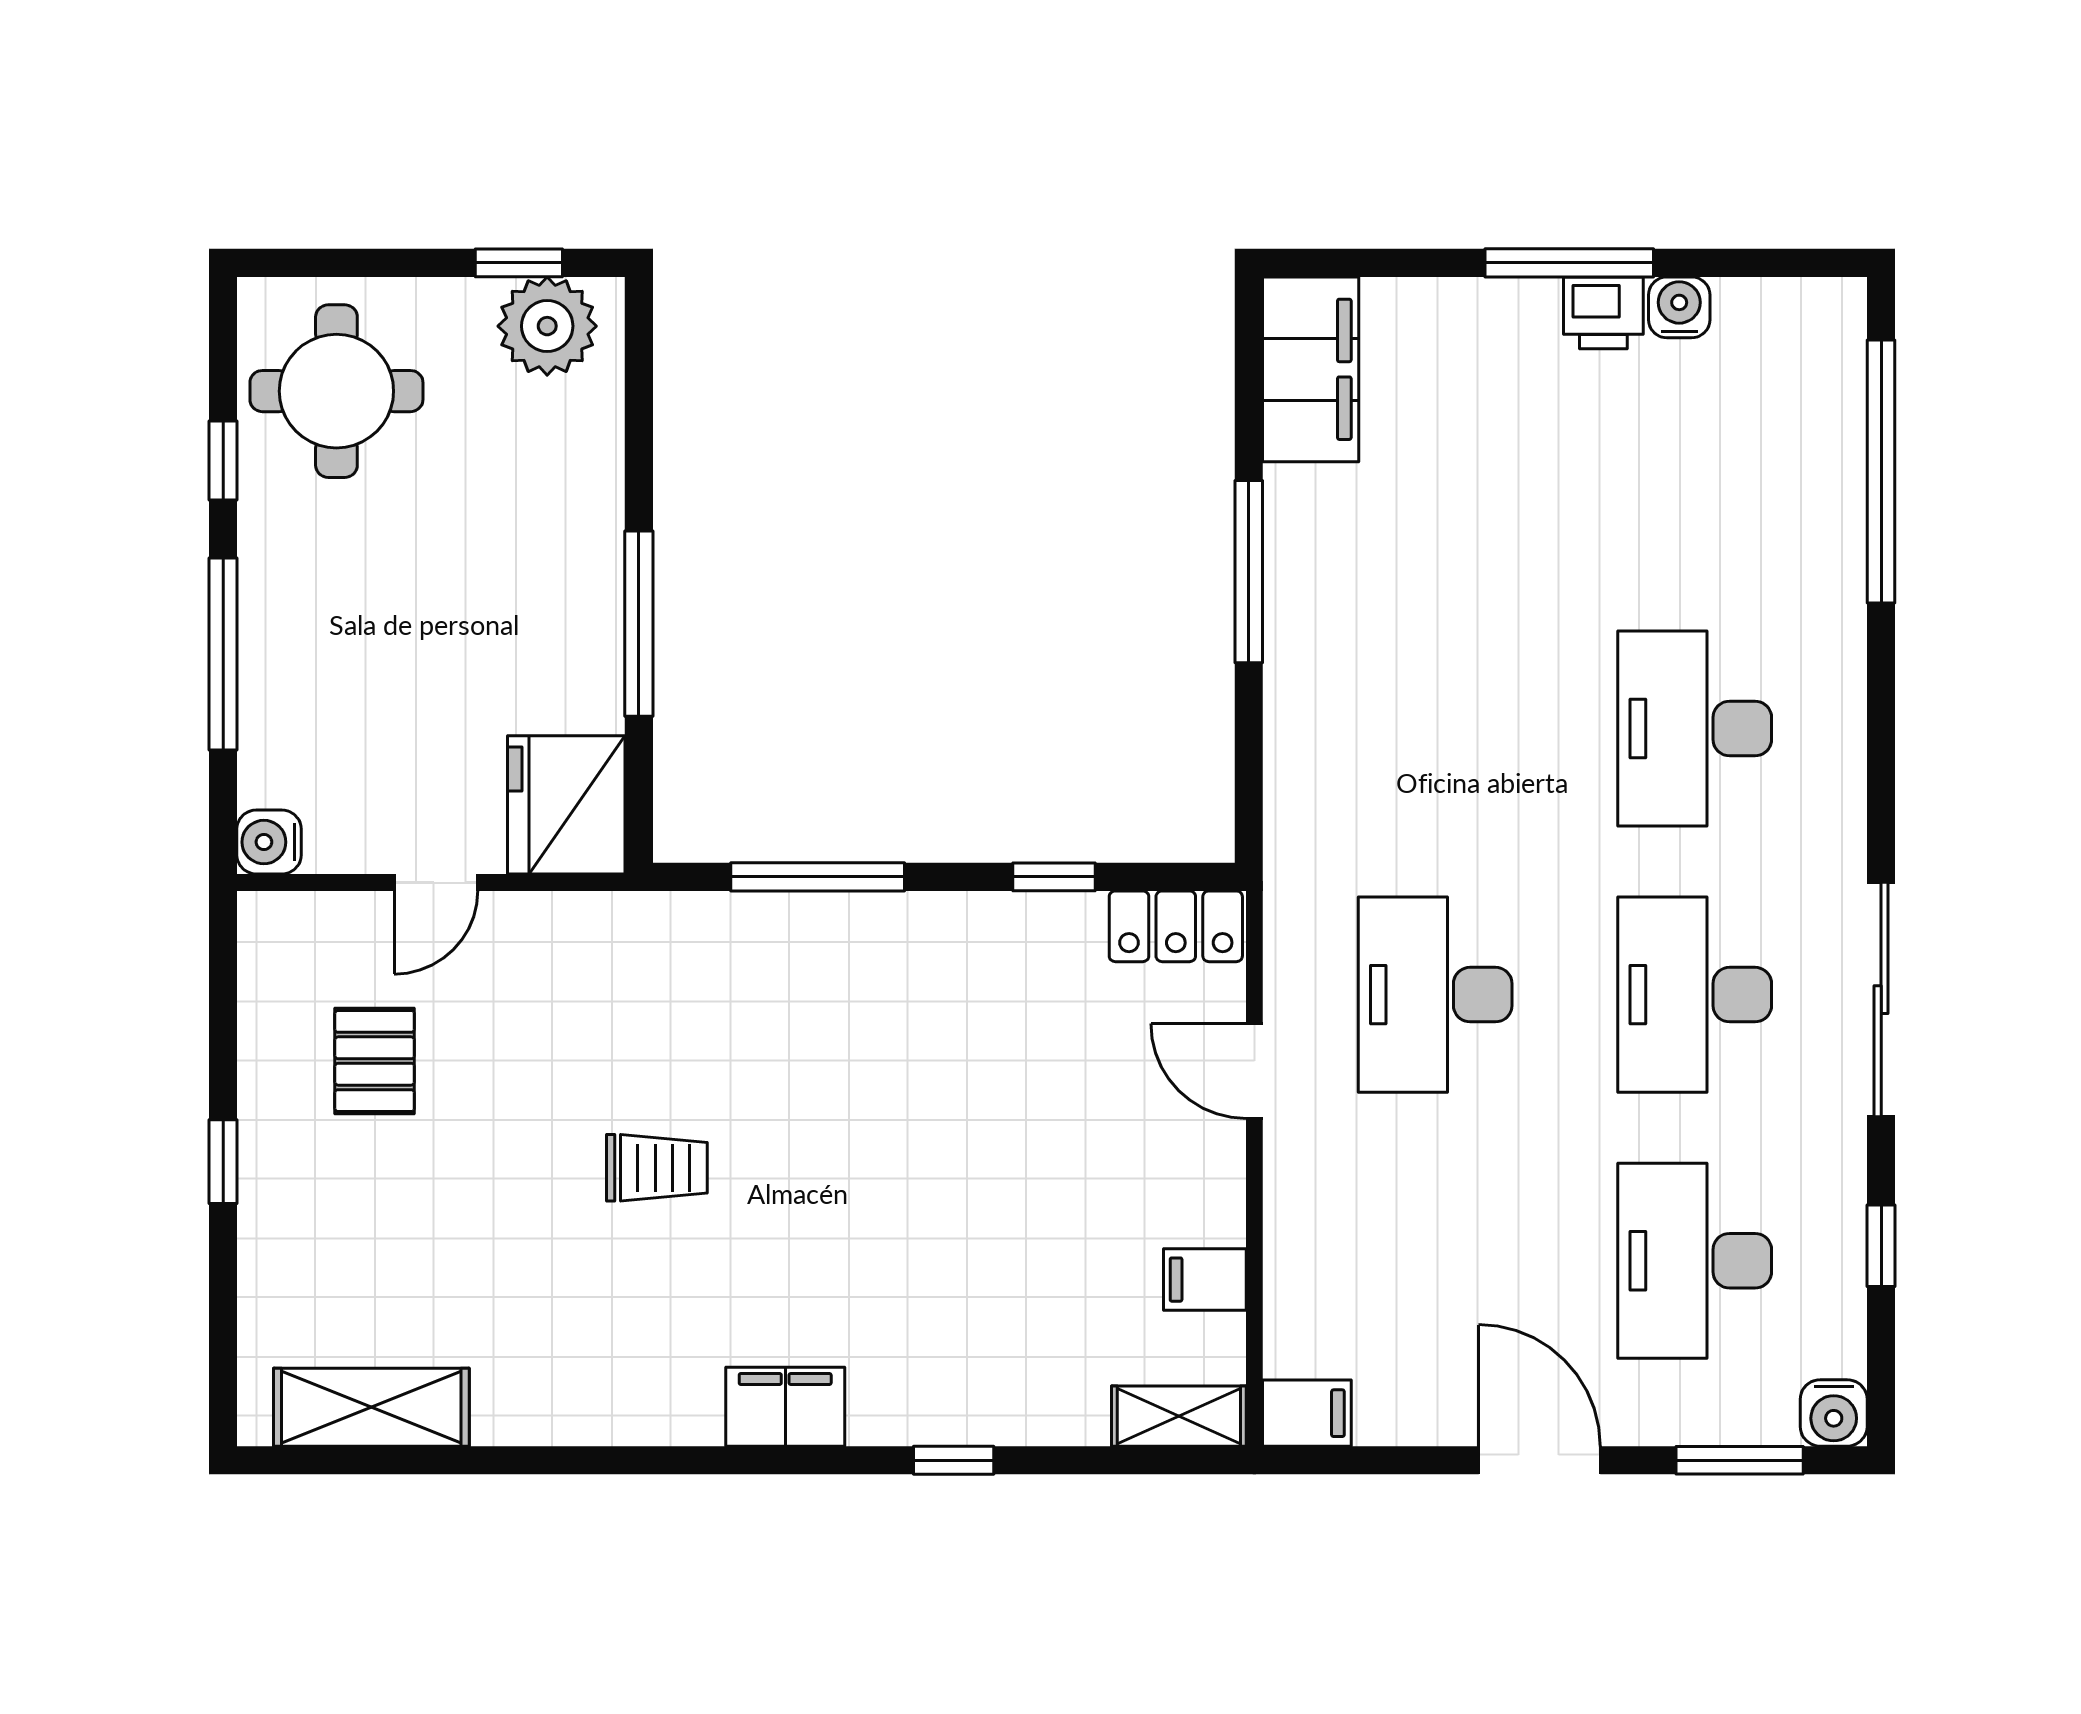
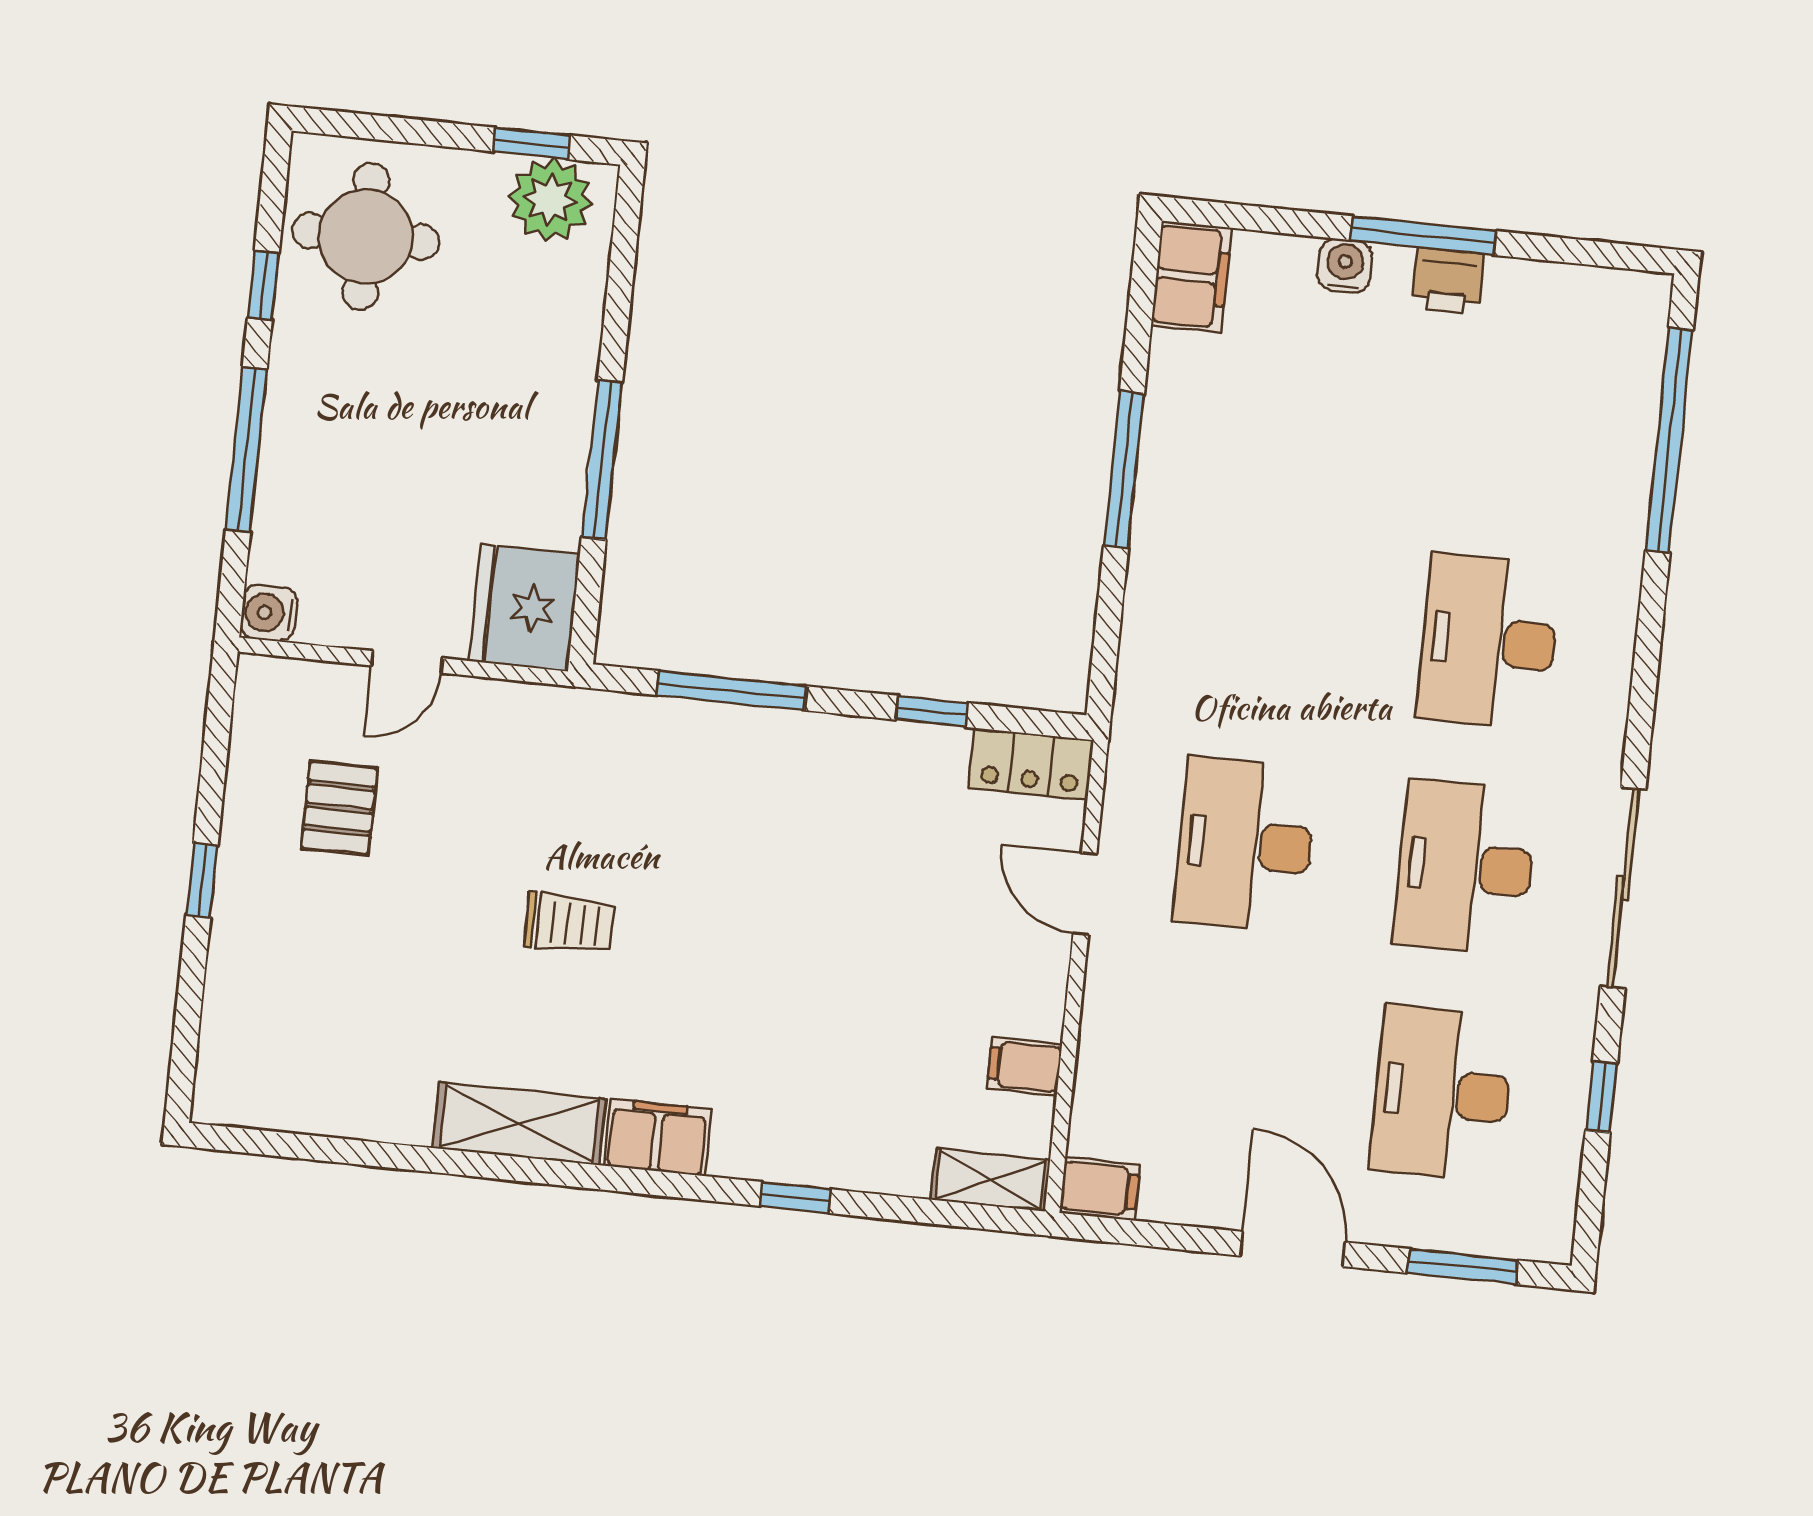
water cooler: (1679, 307) -> (1345, 266), moved
filing cabinet: (1311, 369) -> (1191, 276), width x0.67, depth x0.86
shelving: (371, 1407) -> (519, 1124), moved
water cooler: (1834, 1413) -> (1547, 1235), removed

